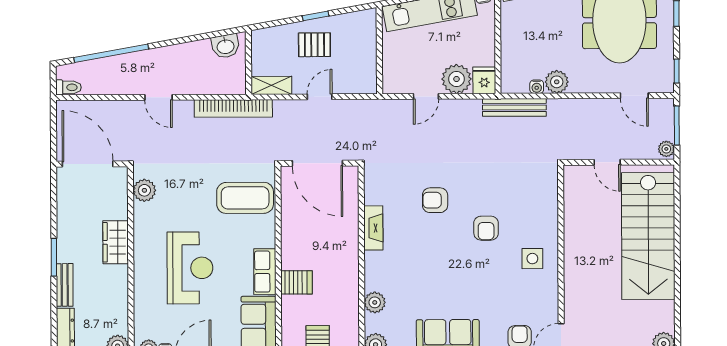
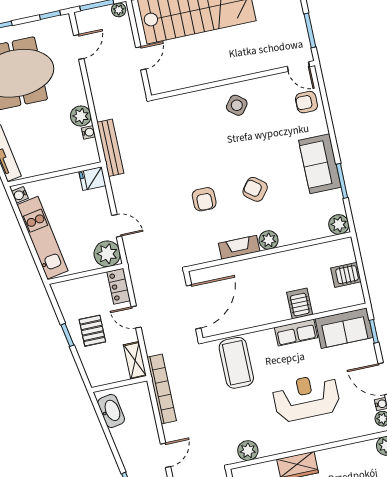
washbasin: (225, 46) -> (111, 411), width x1.38
plant: (457, 79) -> (107, 254), moved
locker: (358, 85) -> (119, 286), added
armchair: (486, 228) -> (255, 189), moved, turned -143
side table: (532, 259) -> (237, 105), turned 38
plant: (375, 302) -> (269, 240), moved

